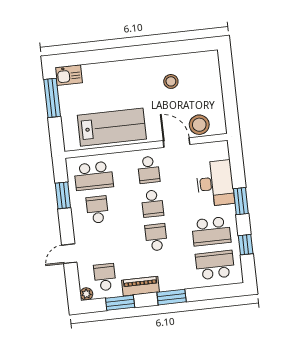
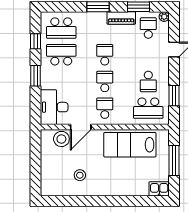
window: (52, 98) -> (174, 161), moved
door: (177, 143) -> (81, 127), hinge flipped
school desk: (94, 176) -> (148, 108), turned 180
desk: (215, 183) -> (54, 107), moved
school desk: (156, 237) -> (105, 55), turned 180
school desk: (105, 277) -> (148, 28), turned 180

